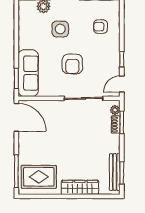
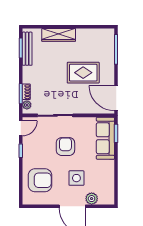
armchair: (101, 27) -> (40, 180), width x1.88, depth x1.88
rug: (39, 177) -> (83, 73), moved

